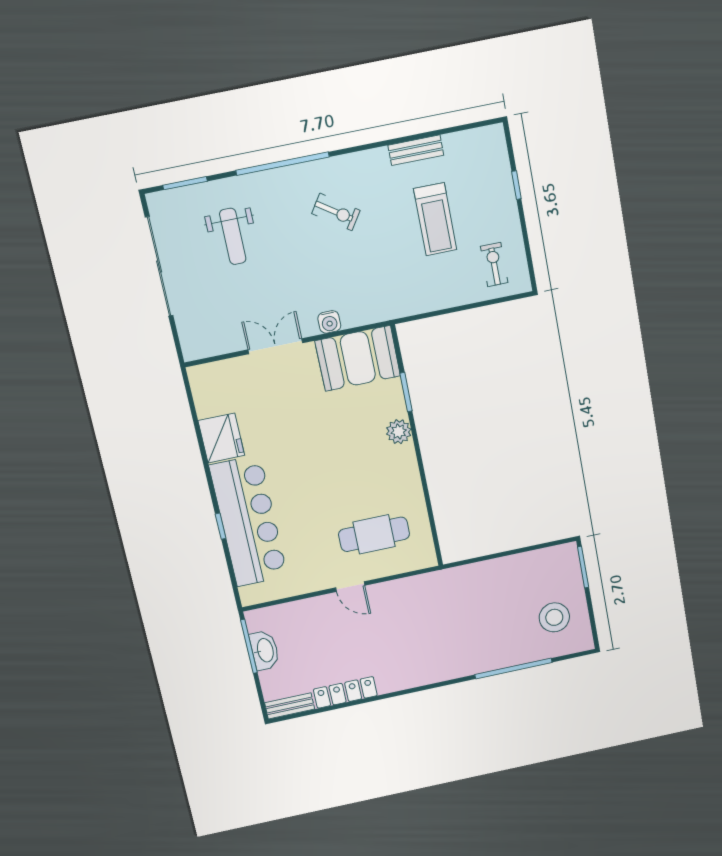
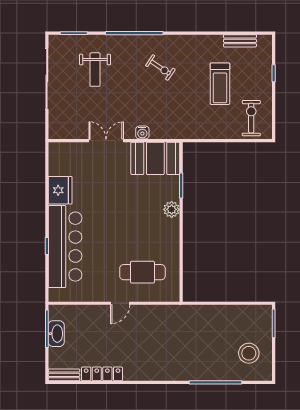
bench: (416, 150) -> (240, 41), moved
exercise bike: (494, 264) -> (251, 118), width x1.38, depth x1.39
door: (350, 587) -> (120, 303), hinge flipped

